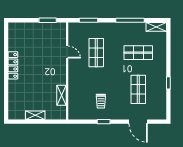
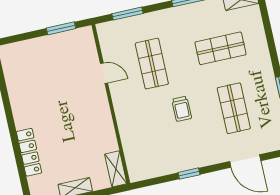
locker: (13, 65) -> (29, 152), moved
shelving: (61, 95) -> (116, 169), moved
trolley: (101, 101) -> (182, 109), moved

